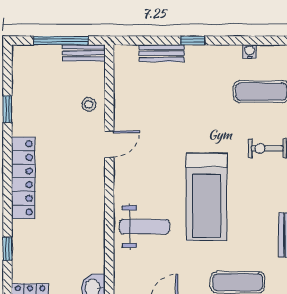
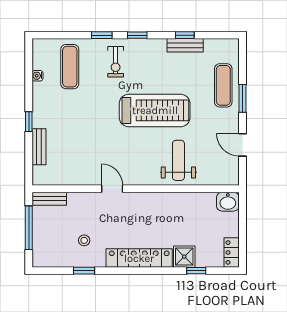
bench: (84, 53) -> (49, 199), moved, turned 90
stool: (89, 104) -> (84, 240), moved
shower: (25, 234) -> (184, 257), added

